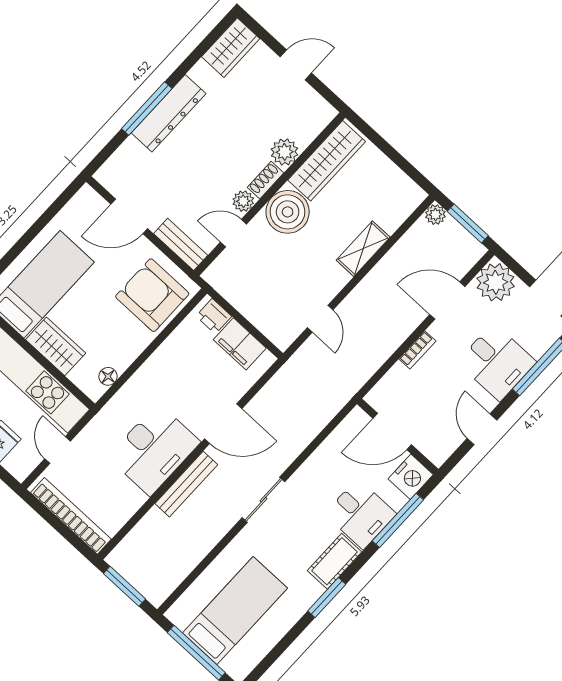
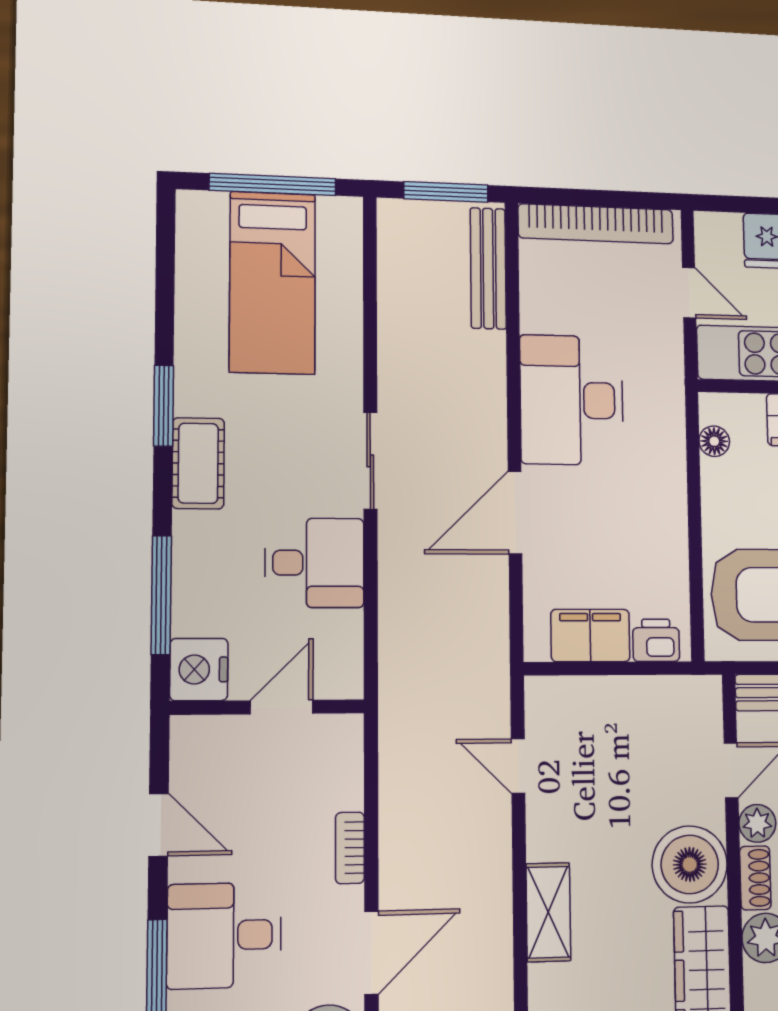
door: (392, 431) -> (282, 707), width x0.73
bench: (186, 484) -> (488, 268), moved
desk: (360, 514) -> (315, 563), moved, turned 180

